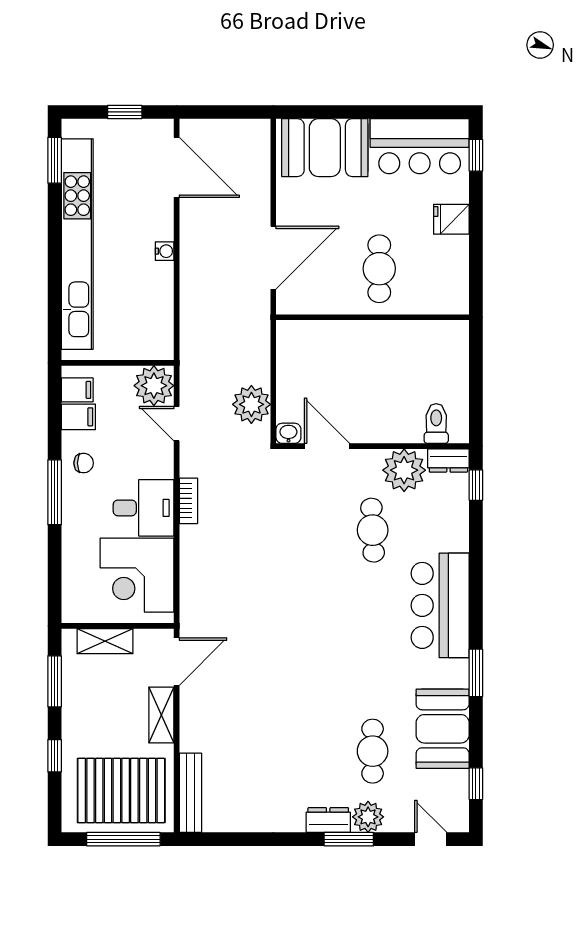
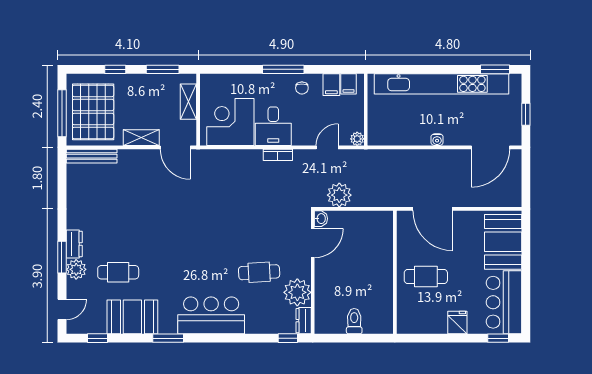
plant: (154, 386) -> (357, 139), width x0.53, depth x0.53
toilet: (436, 423) -> (354, 321), moved, turned -90

